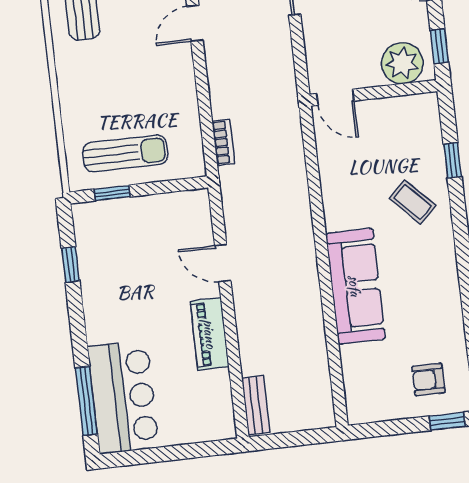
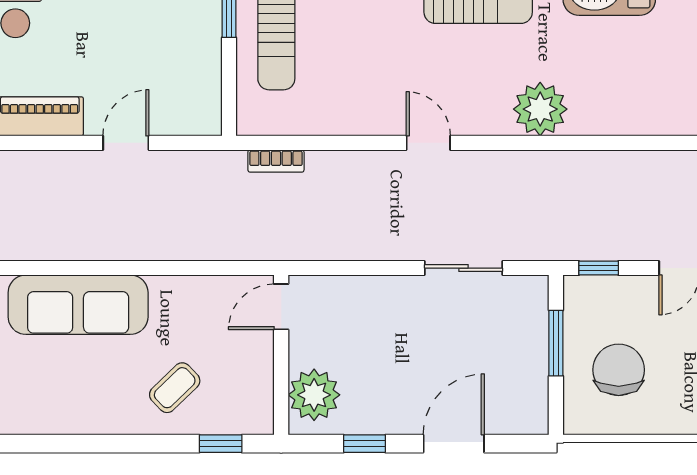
plant: (402, 63) -> (314, 395), moved
wall: (373, 93) -> (281, 355), moved
door: (335, 97) -> (281, 307), moved

